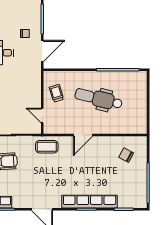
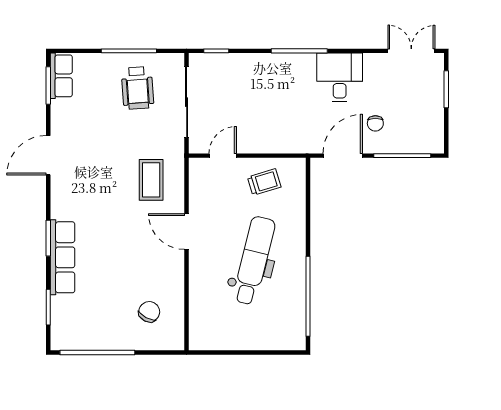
door: (42, 51) -> (343, 156), swing flipped
coffee table: (47, 147) -> (151, 180), moved
row of seats: (90, 202) -> (63, 257), width x0.73

